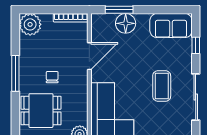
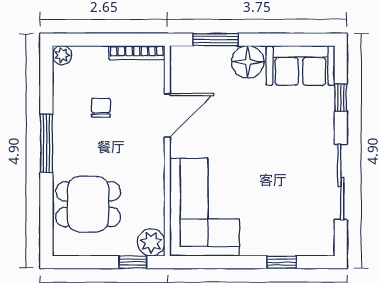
floor lamp: (126, 23) -> (248, 62), moved
plant: (30, 24) -> (62, 55), width x0.53, depth x0.53
chair: (52, 77) -> (101, 108), moved
coffee table: (162, 86) -> (285, 164), removed

